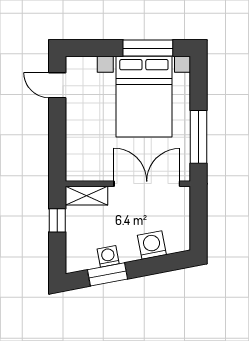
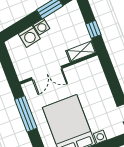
double door: (147, 184) -> (47, 73), width x0.73
washing machine: (108, 256) -> (41, 27), moved

